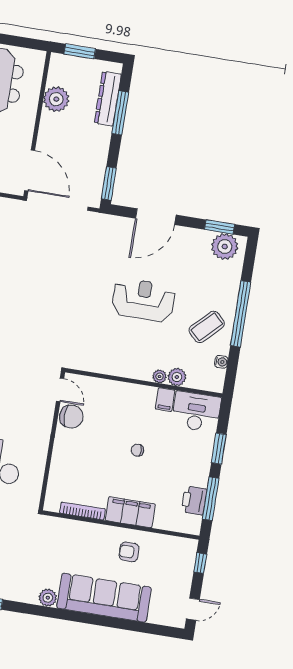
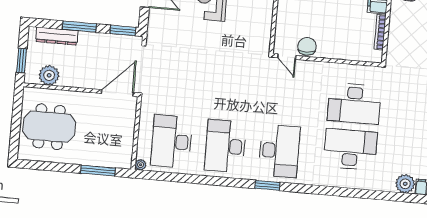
plant: (56, 99) -> (49, 75), moved
window: (120, 113) -> (79, 27), moved
door: (60, 390) -> (287, 57), swing flipped

